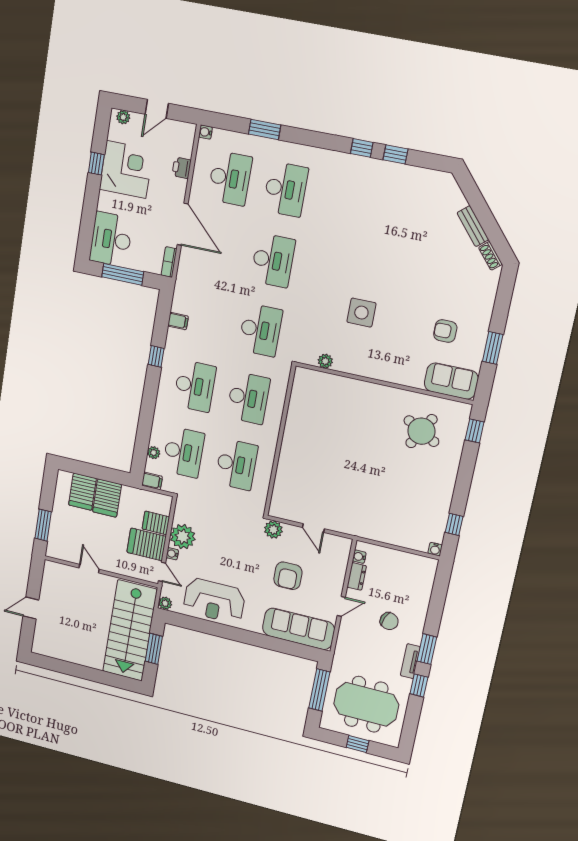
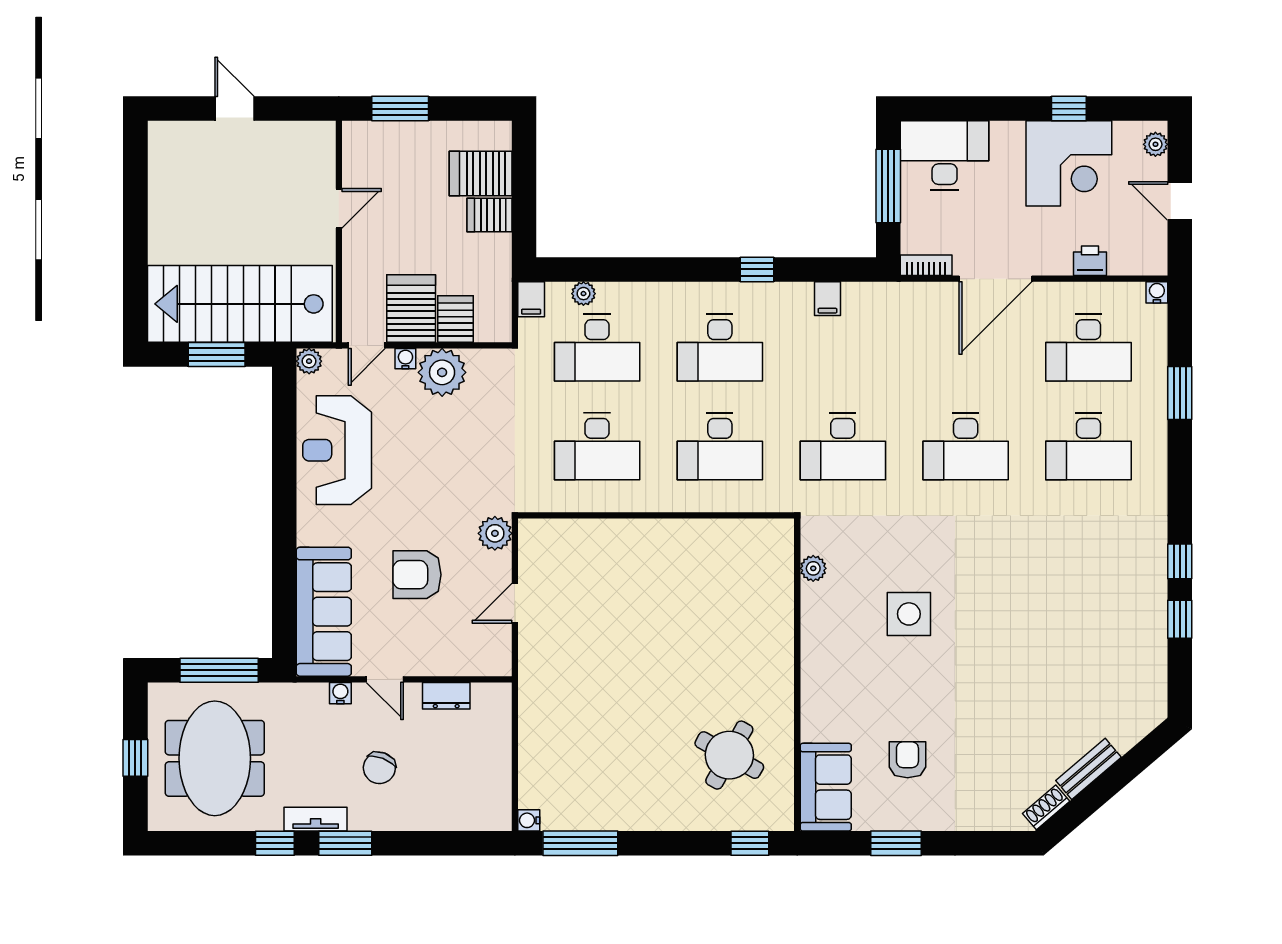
server rack: (107, 498) -> (489, 215), width x0.73, depth x0.70
window: (454, 524) -> (580, 843), width x2.17
water cooler: (359, 557) -> (340, 693), moved

